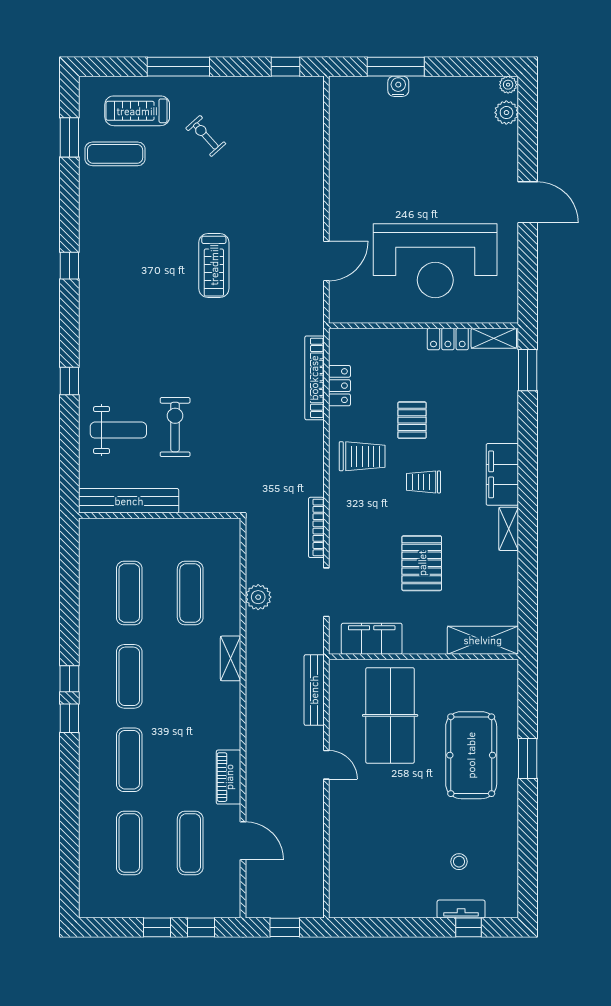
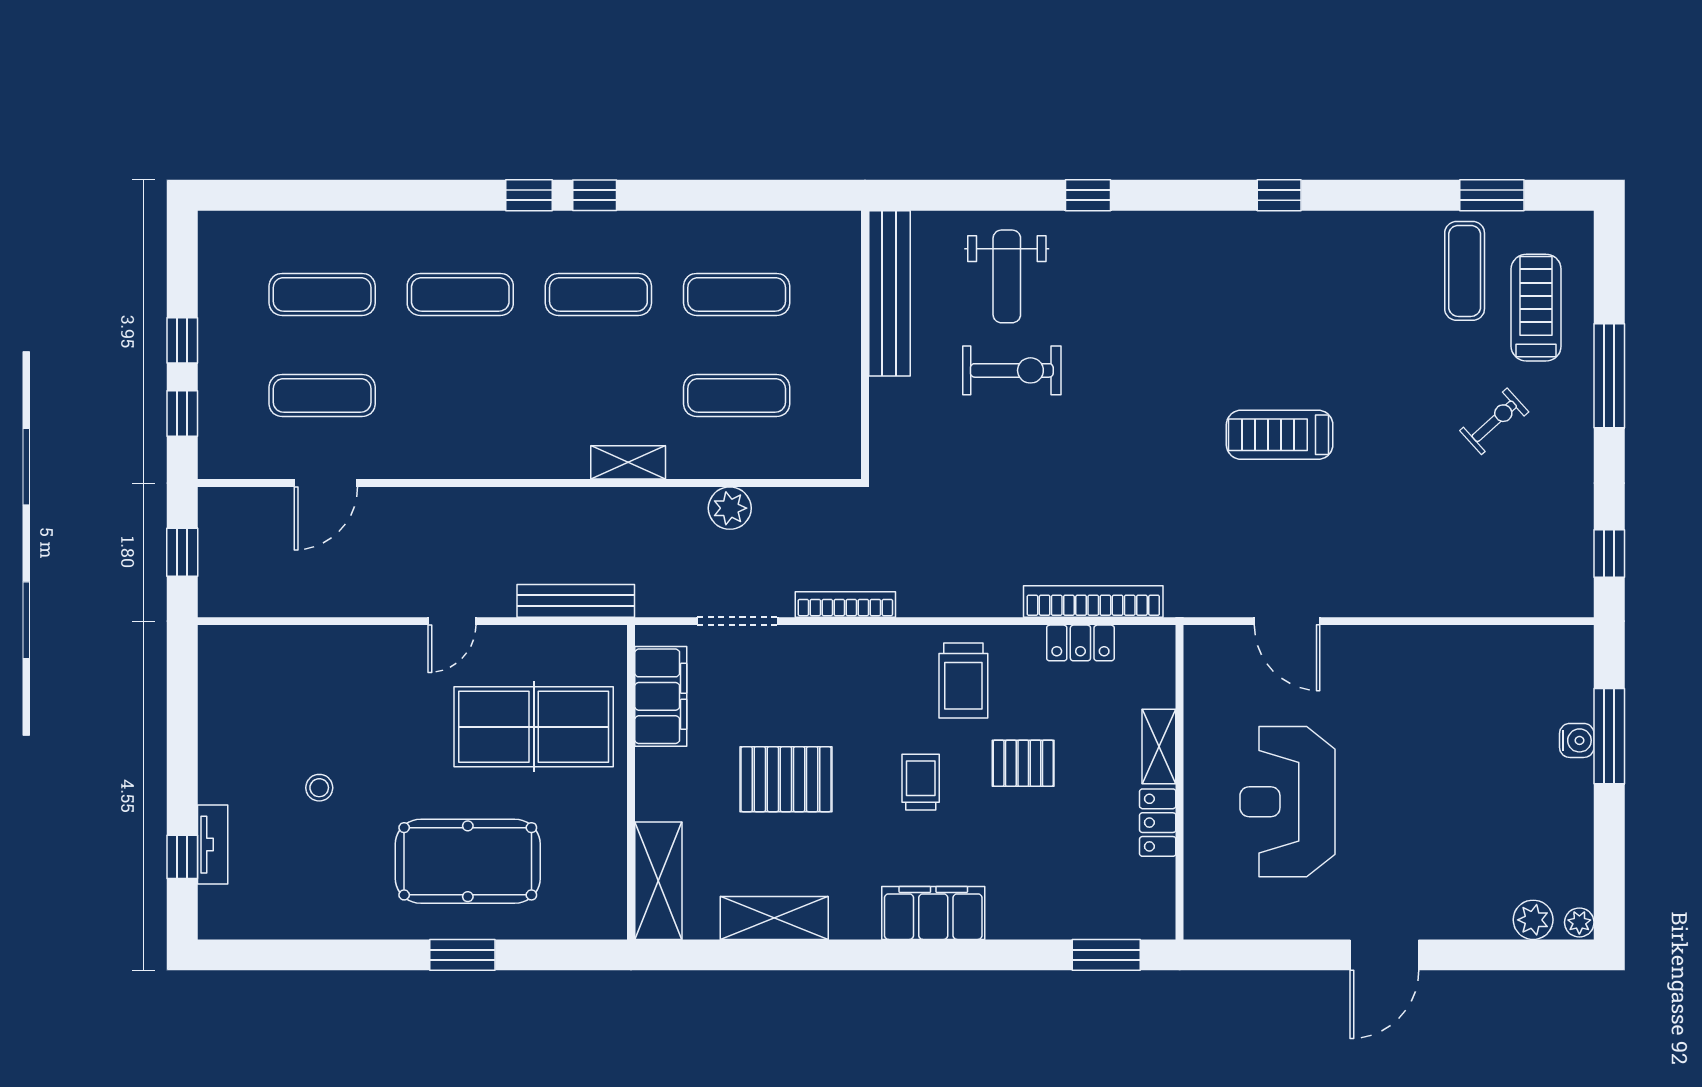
reception desk: (435, 261) -> (1287, 802), width x0.74, depth x0.77
shelving: (494, 338) -> (1159, 746), moved
shelving: (509, 529) -> (774, 918), moved, width x1.50, depth x1.33
piano: (229, 777) -> (431, 459), removed
stool: (459, 862) -> (319, 788), moved

